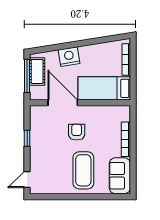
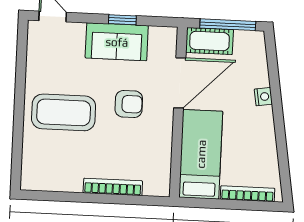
nightstand: (69, 57) -> (263, 97), width x0.53, depth x0.56
cot: (37, 71) -> (209, 41), moved
sofa: (120, 176) -> (117, 42), moved, turned 180

